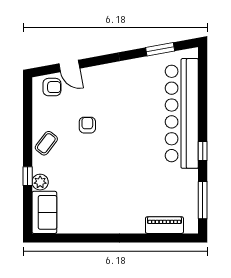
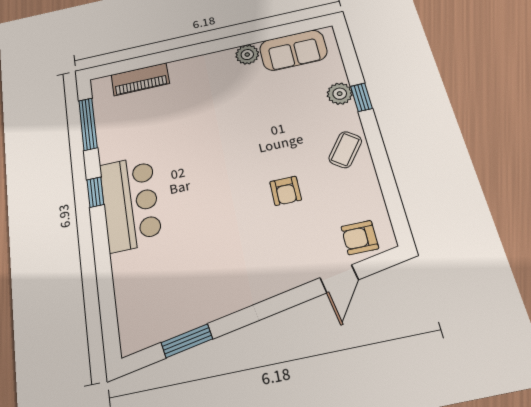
door: (69, 66) -> (339, 279), swing flipped
bar counter: (182, 113) -> (130, 203), width x0.54
sofa: (44, 212) -> (293, 50), moved, turned -90
plant: (91, 226) -> (247, 55), added

